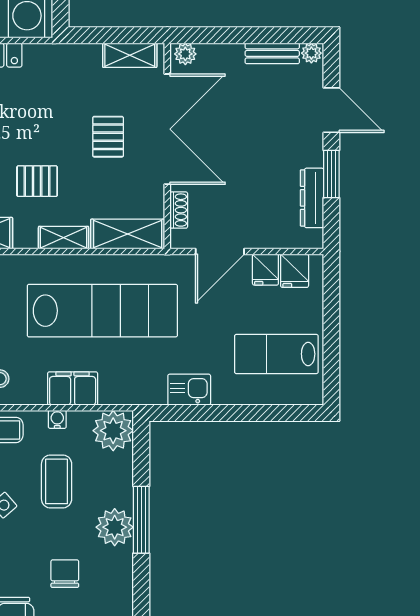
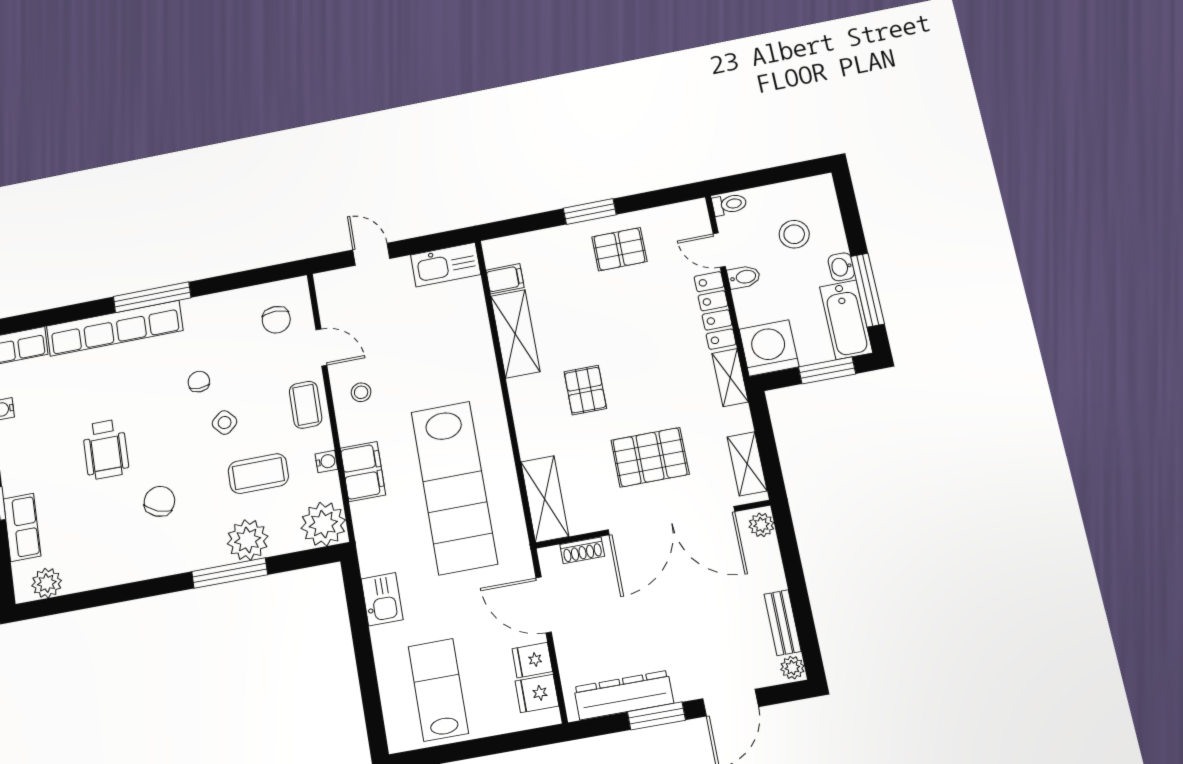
pallet: (108, 137) -> (650, 457), width x1.50, depth x1.42
dresser: (312, 198) -> (624, 695), width x1.37, depth x1.24
shelving: (64, 238) -> (730, 378), moved
plant: (115, 527) -> (248, 540), moved
chair: (65, 574) -> (159, 501), turned -68

